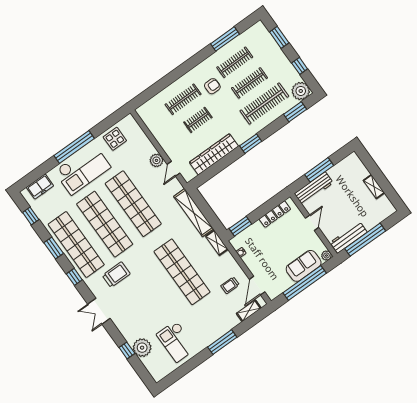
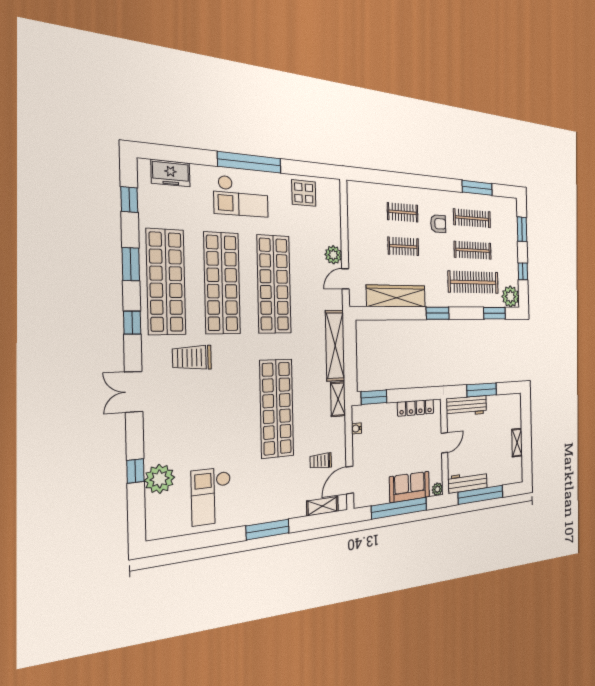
clothes rail: (183, 99) -> (403, 212), width x0.73
checkout: (83, 169) -> (241, 196), width x0.73, depth x0.83
trolley: (116, 275) -> (192, 358), turned 180

